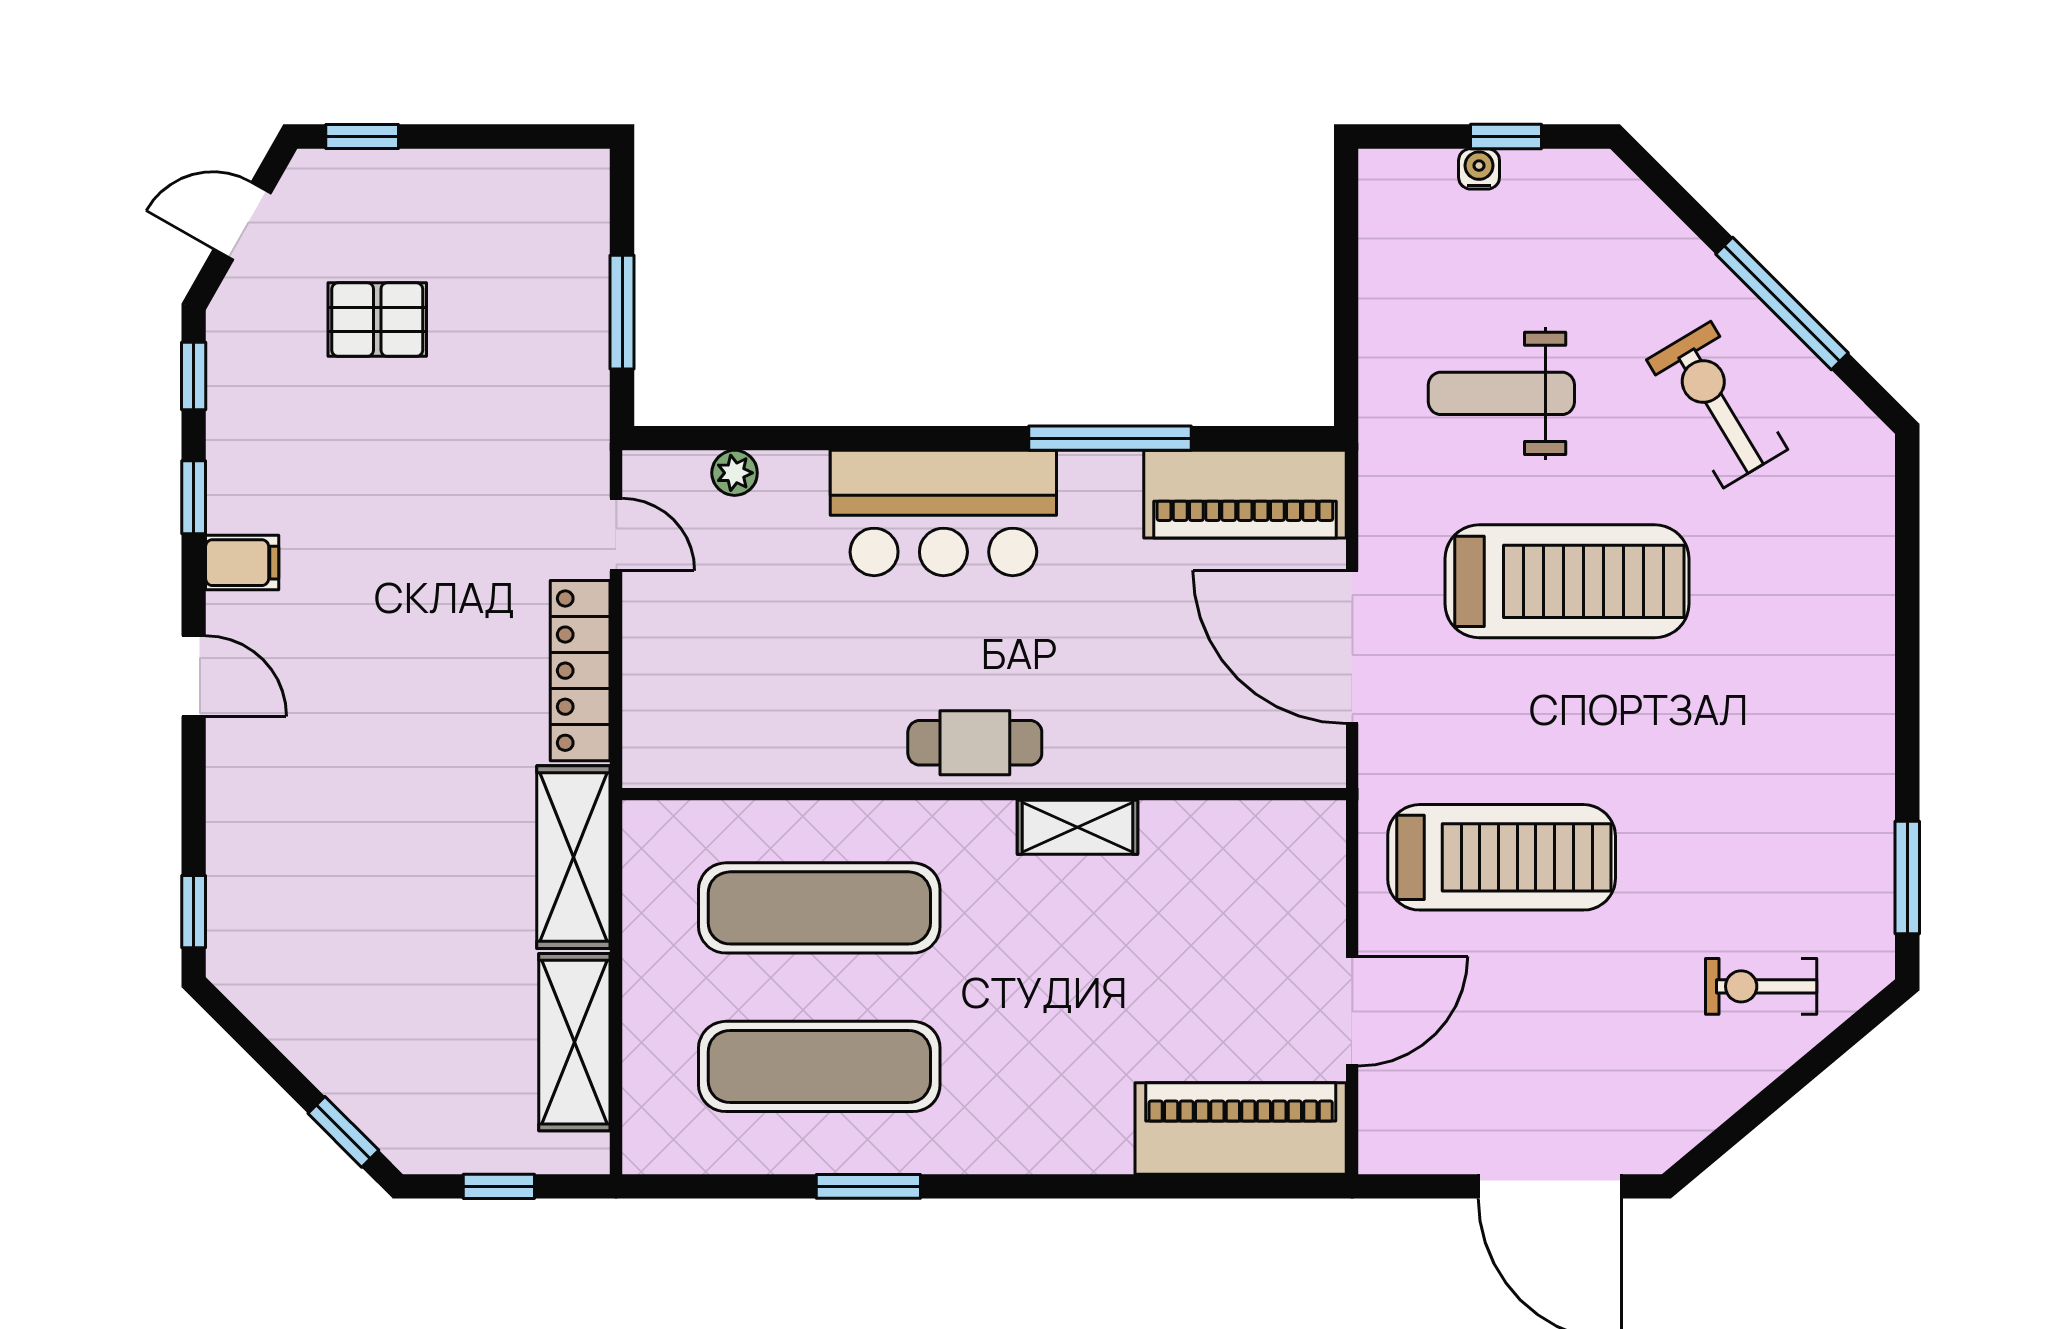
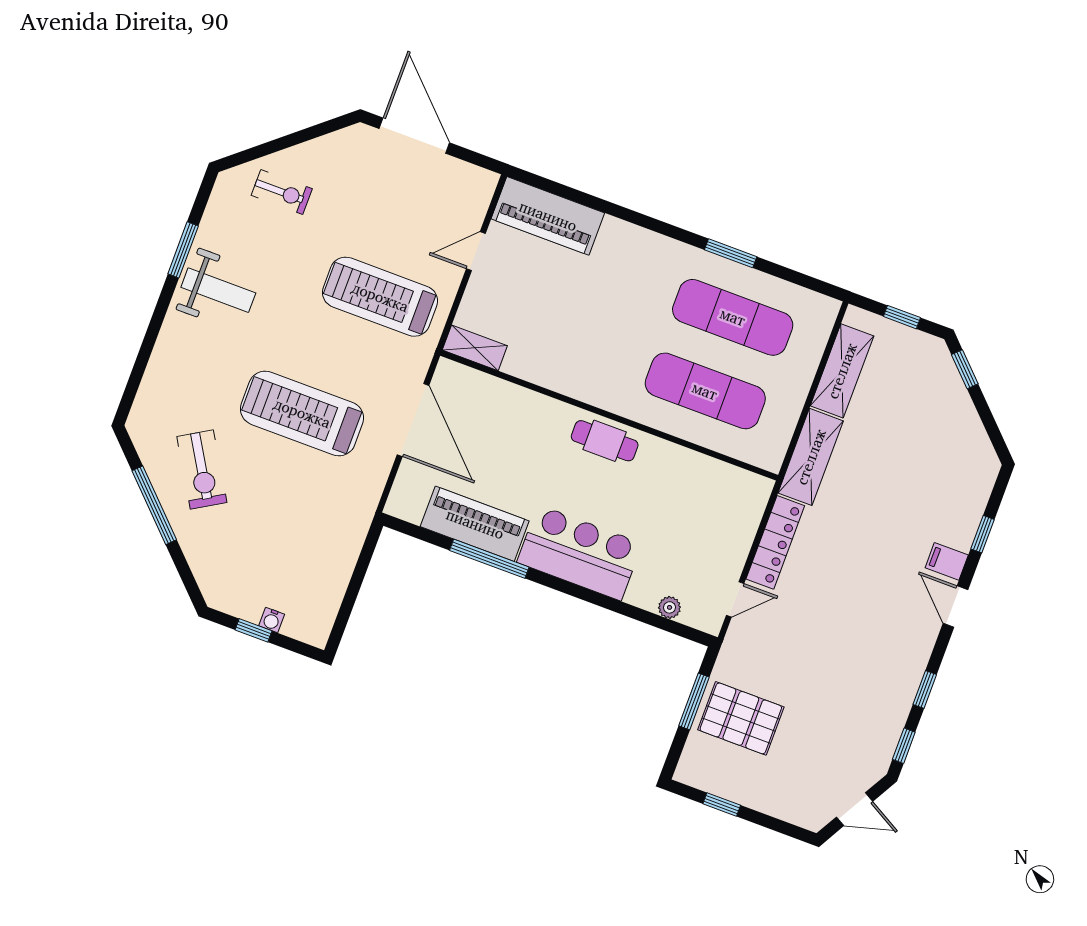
window: (362, 136) -> (722, 805), moved
pallet: (377, 320) -> (741, 718), moved, width x1.50, depth x1.42
weight bench: (1501, 393) -> (218, 290), moved
piano: (1245, 494) -> (475, 524), moved
door: (616, 534) -> (735, 599), swing flipped
filing cabinet: (242, 563) -> (947, 561), moved
shelving: (1077, 827) -> (475, 348), moved
window: (1907, 878) -> (183, 250), moved
window: (194, 912) -> (982, 534), moved
door: (1352, 1011) -> (476, 251), width x0.73

